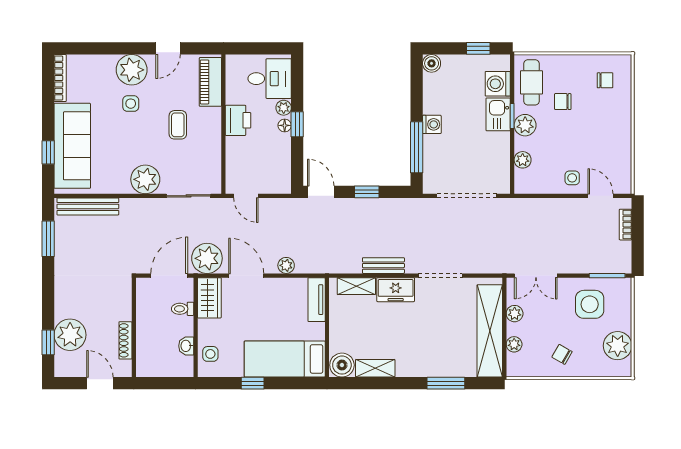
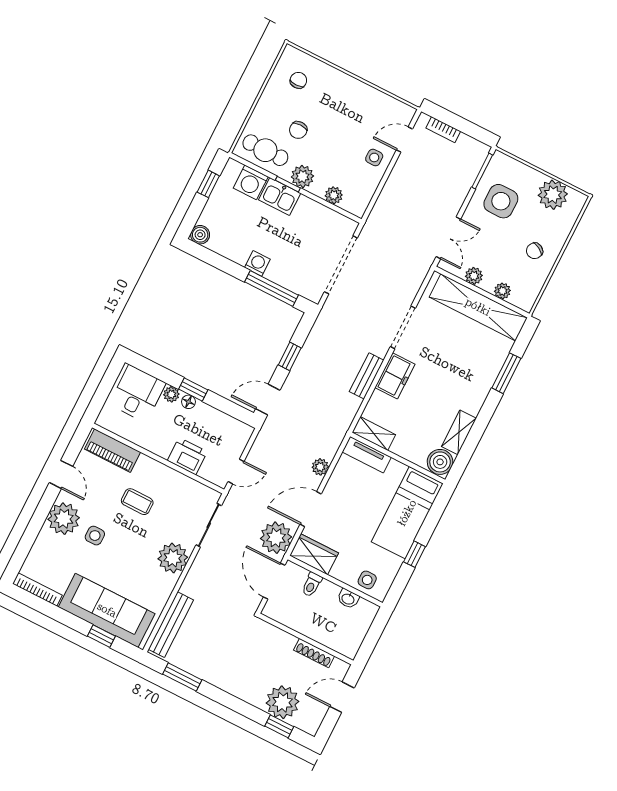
printer: (238, 120) -> (187, 456), moved
shelving: (356, 286) -> (374, 434), moved, turned 90

